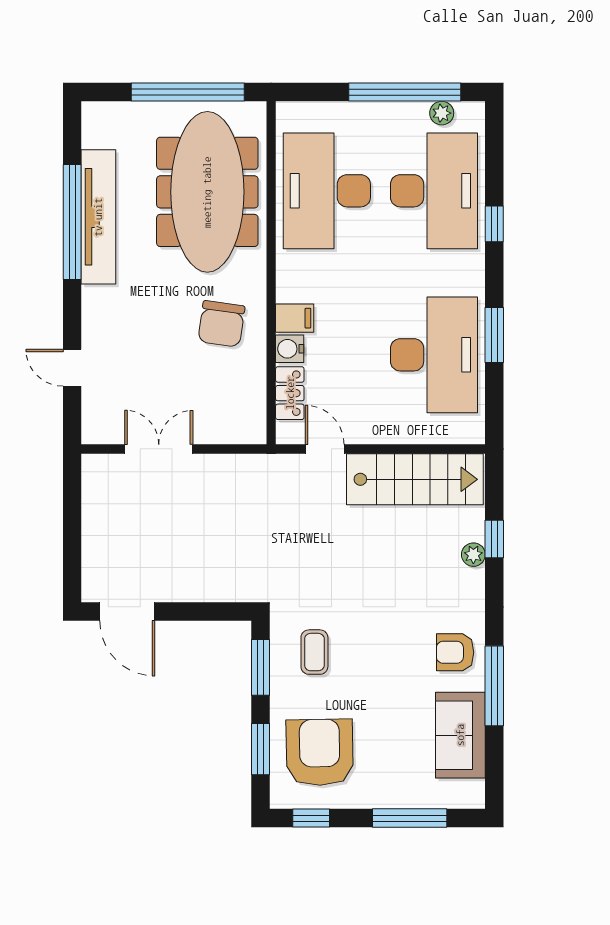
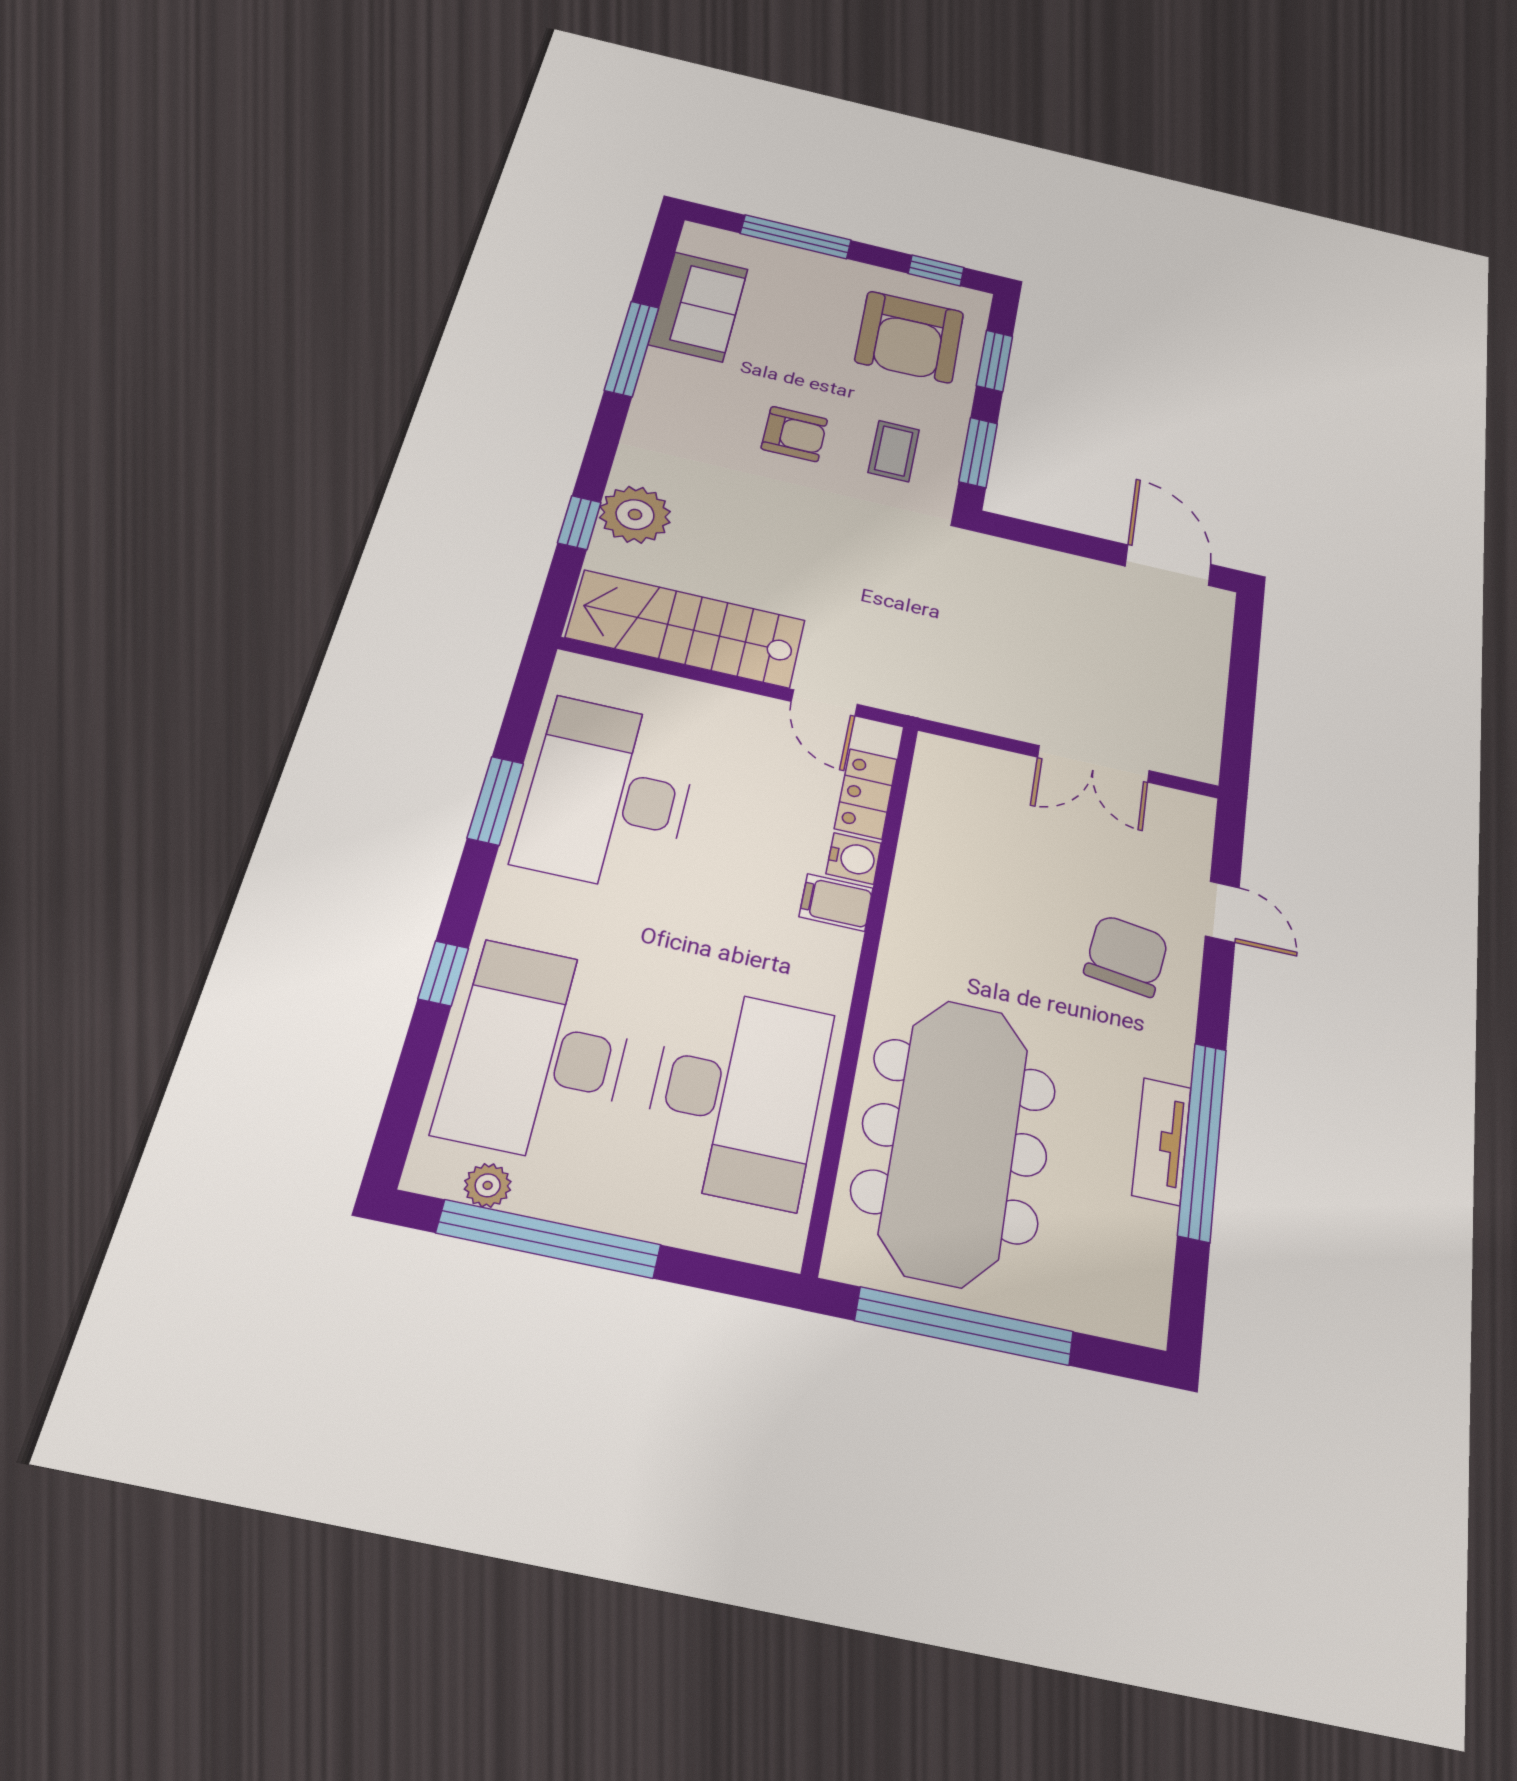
tv unit: (98, 217) -> (1162, 1141), width x0.52, depth x0.78
chair: (221, 324) -> (1126, 956), moved
plant: (473, 555) -> (635, 515), width x1.88, depth x1.88
armchair: (455, 652) -> (794, 434), moved

